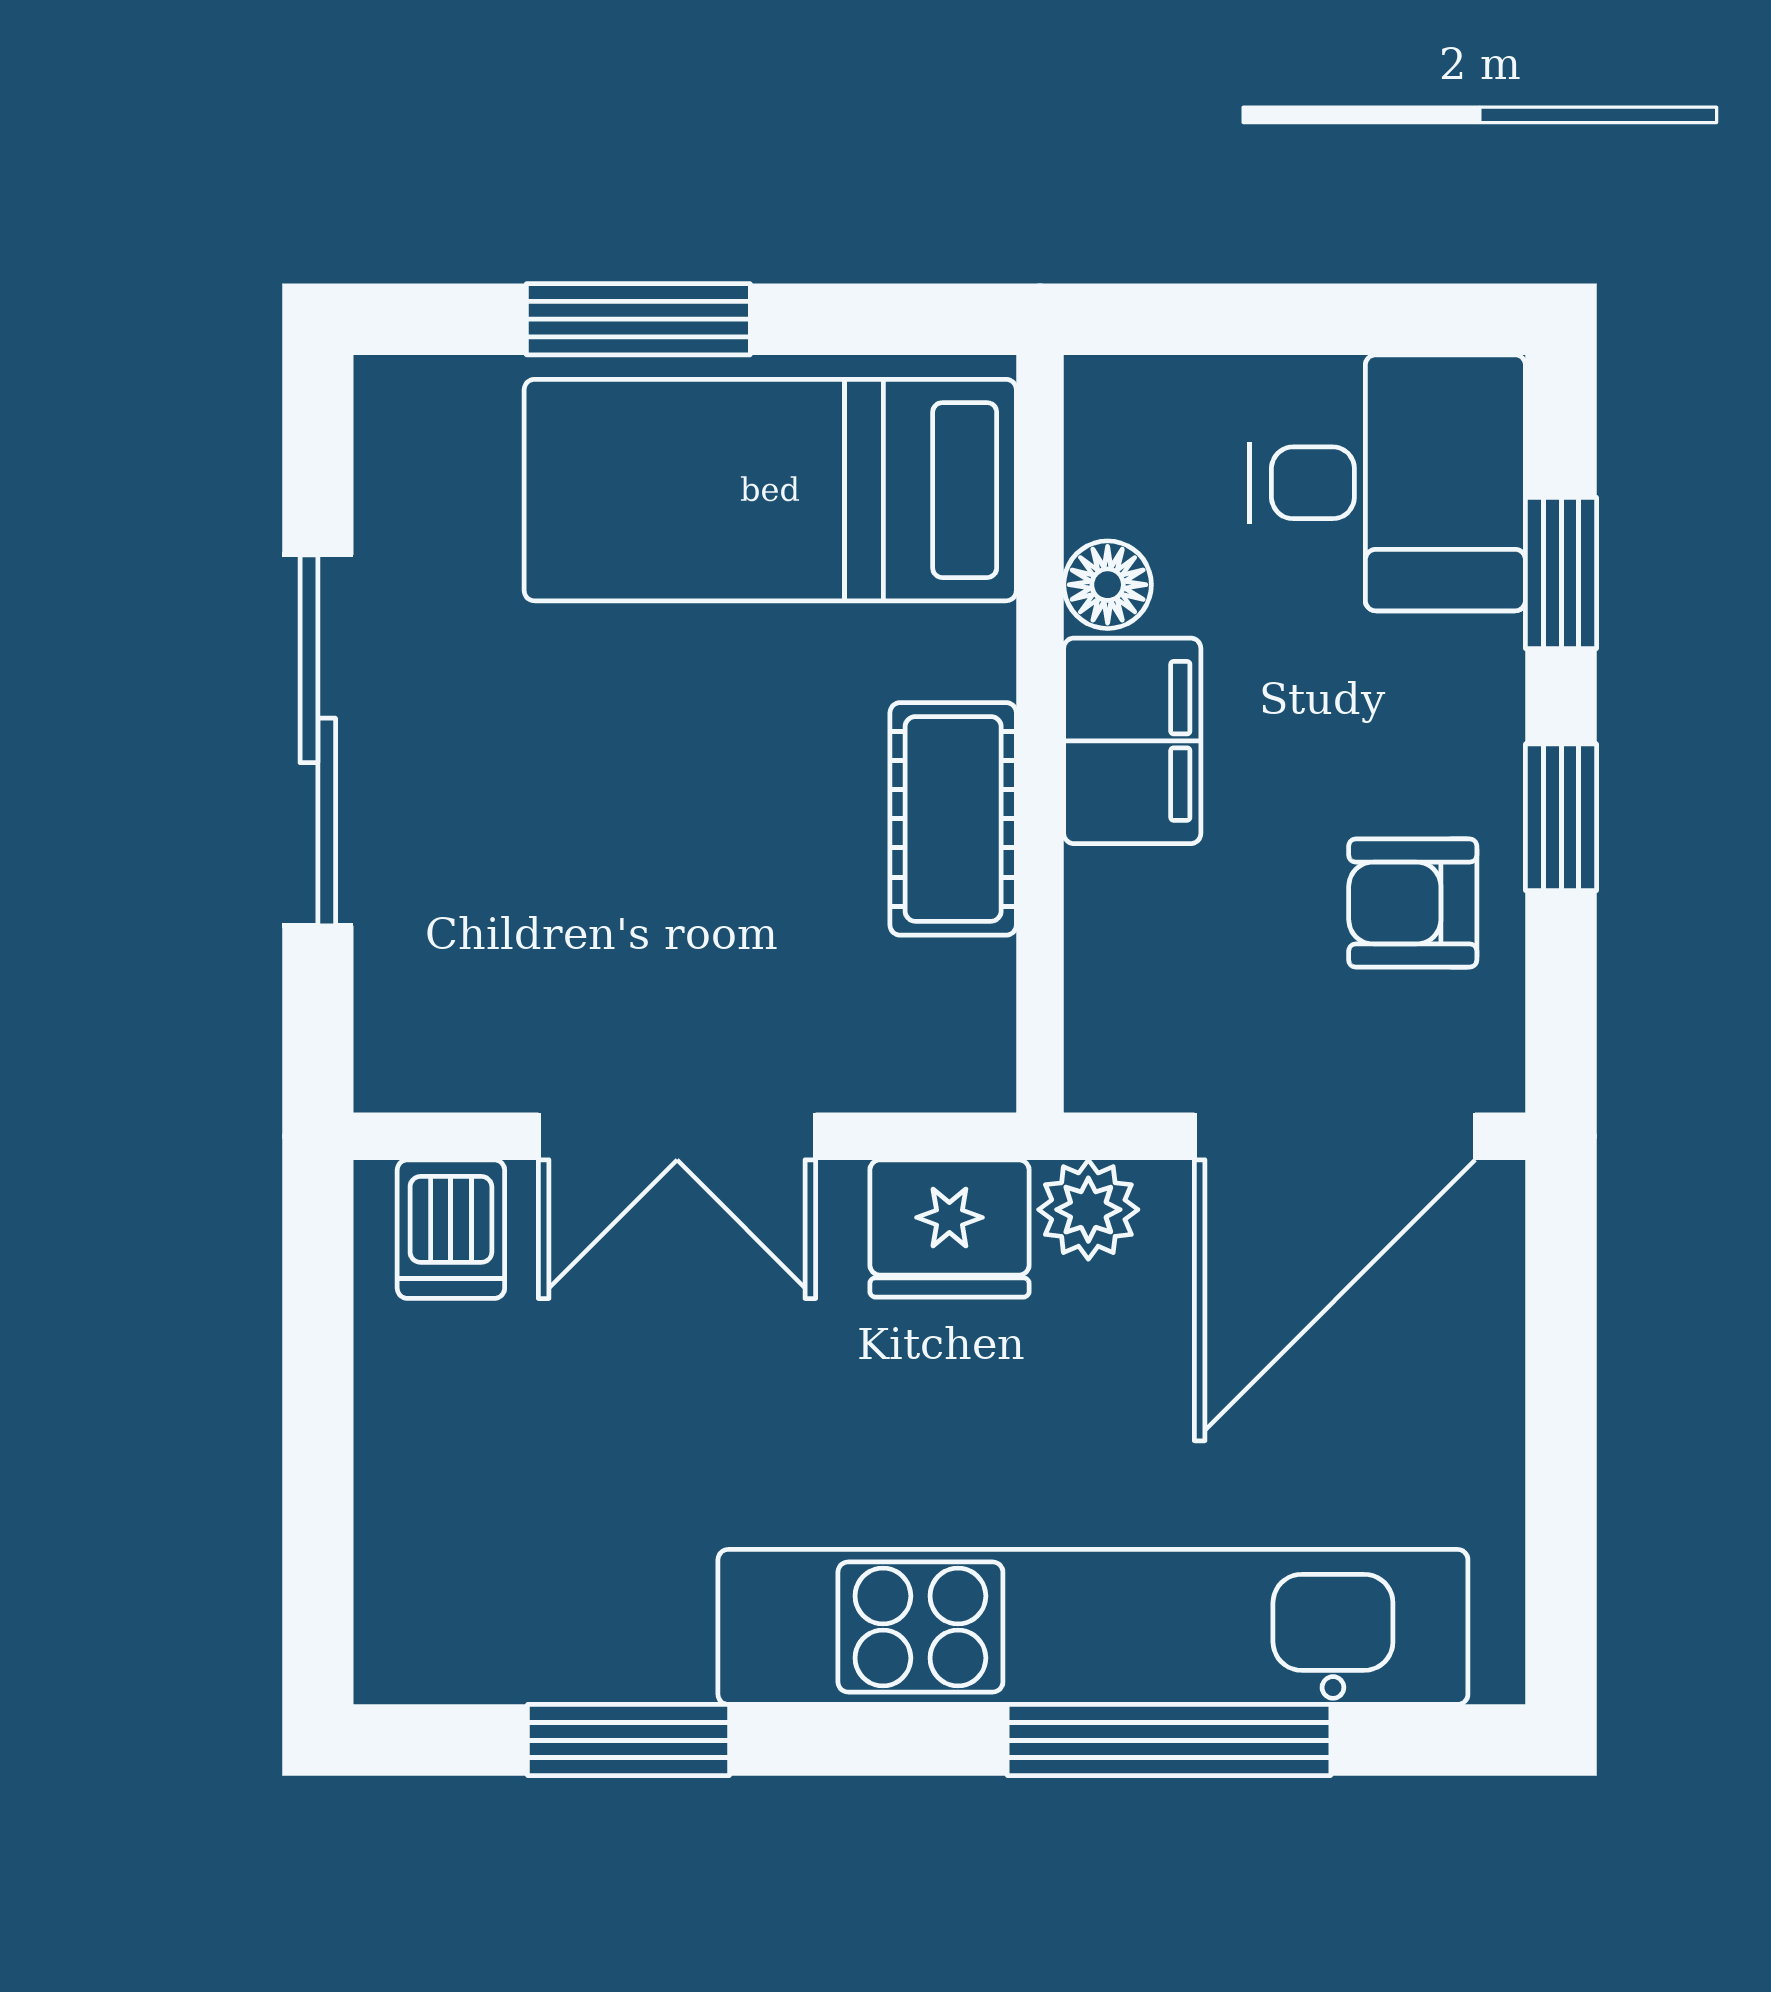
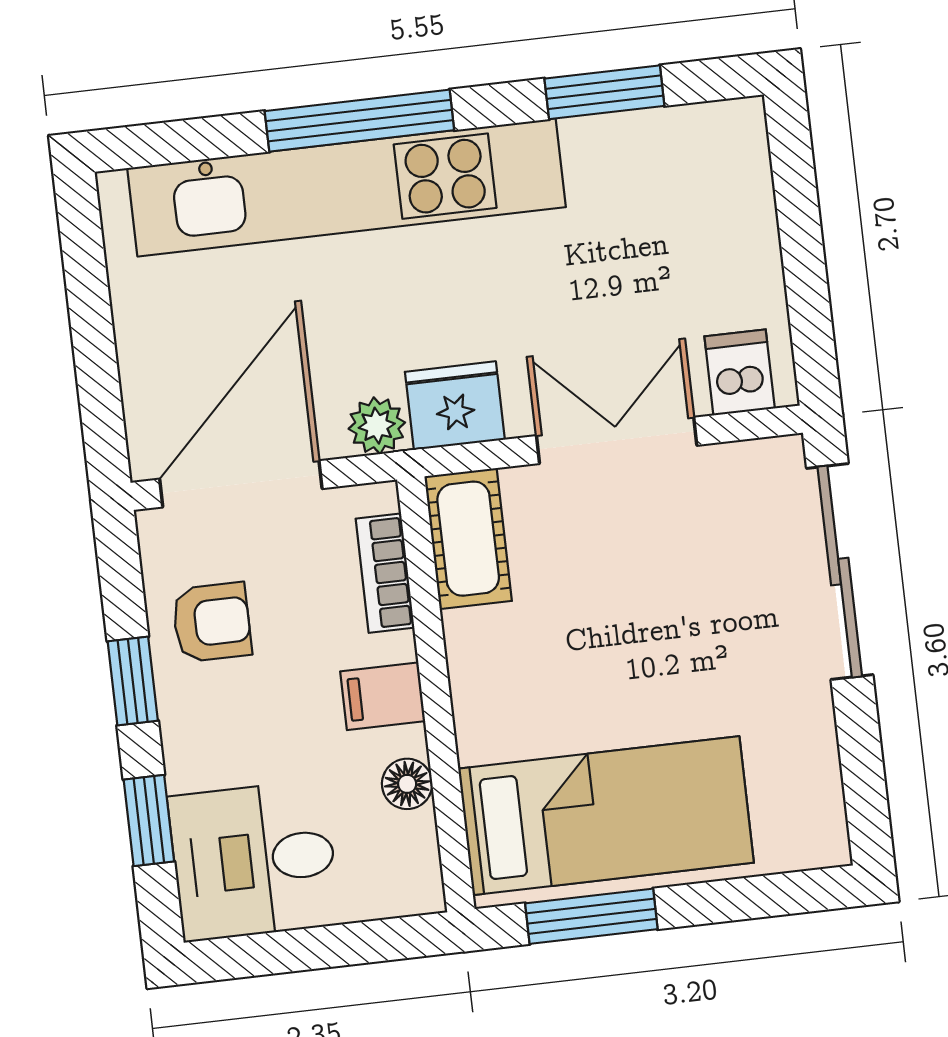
window: (638, 319) -> (591, 916), moved
sliding door: (318, 740) -> (840, 572), moved
filing cabinet: (1132, 741) -> (383, 696), width x0.50
cot: (953, 819) -> (468, 539), moved
bookcase: (1104, 953) -> (385, 573), added
window: (1169, 1740) -> (359, 121), moved

